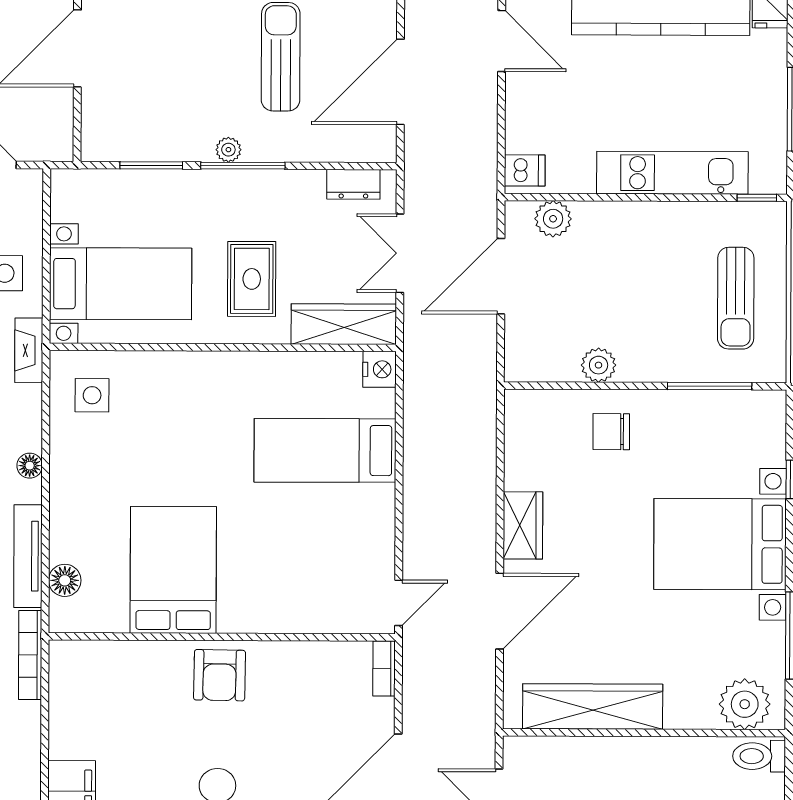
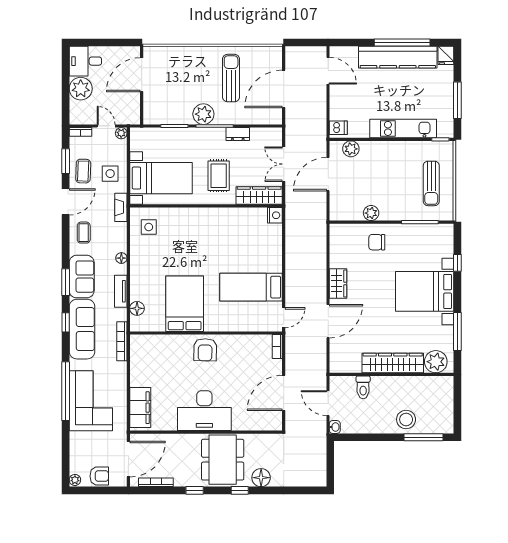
plant: (228, 150) -> (203, 114), width x1.88, depth x1.88
plant: (30, 181) -> (121, 133), added
dresser: (353, 184) -> (238, 134), moved
bed: (325, 450) -> (251, 287), moved
tv unit: (28, 556) -> (121, 291), width x0.71
wardrobe: (593, 707) -> (393, 363), moved
toilet: (759, 756) -> (363, 387), moved, turned -90

